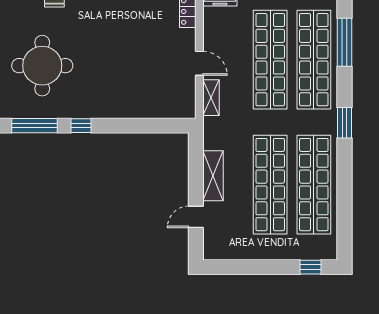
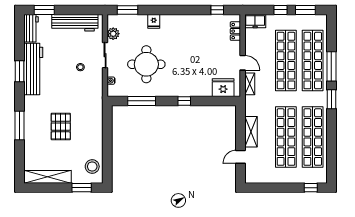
window: (344, 42) -> (331, 66), moved
fridge: (168, 104) -> (223, 88), added
window: (81, 126) -> (184, 101), moved

